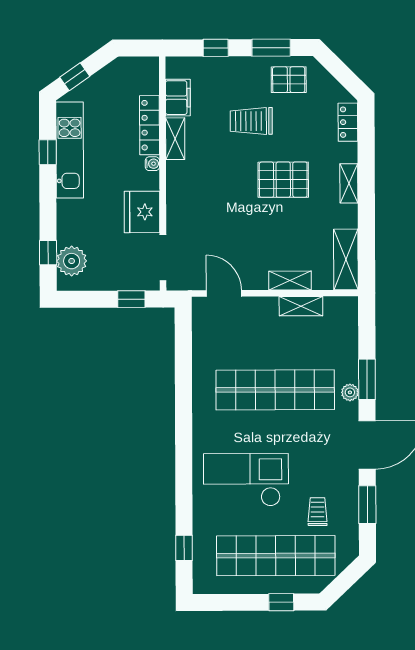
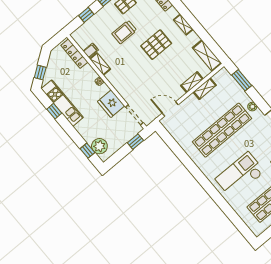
filing cabinet: (178, 98) -> (91, 51), width x0.50
locker: (150, 125) -> (74, 54), moved
window: (367, 379) -> (242, 80), moved
window: (184, 548) -> (238, 222), removed

